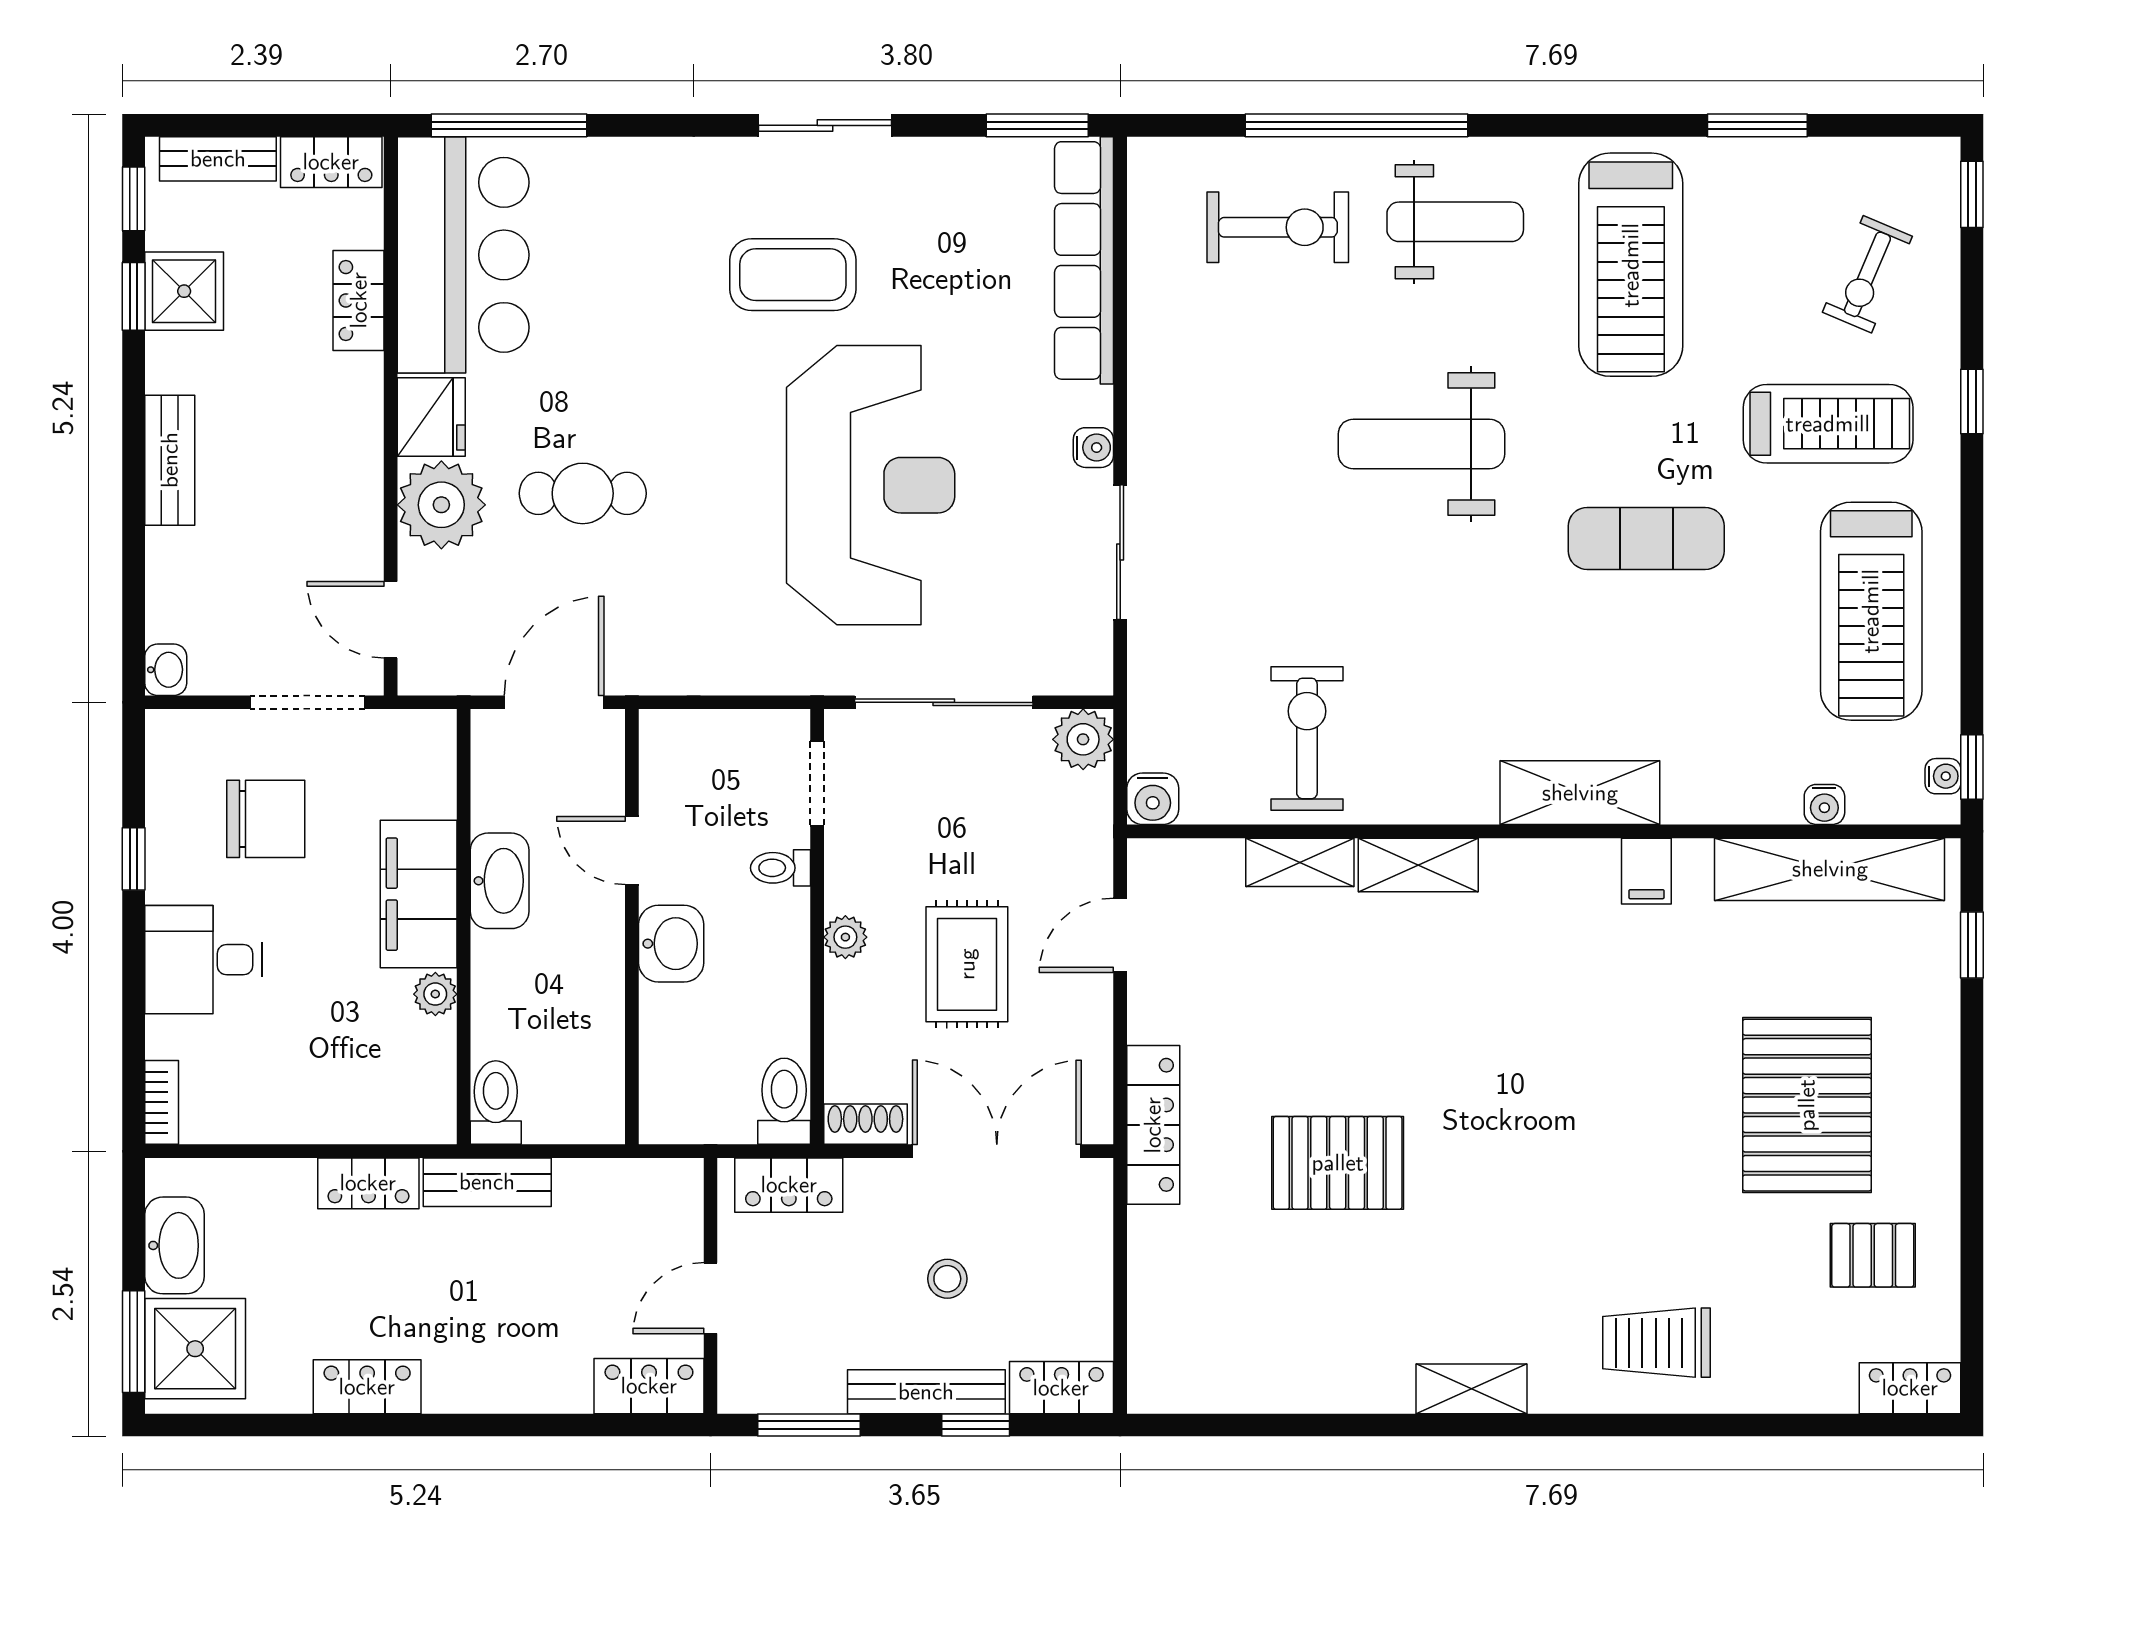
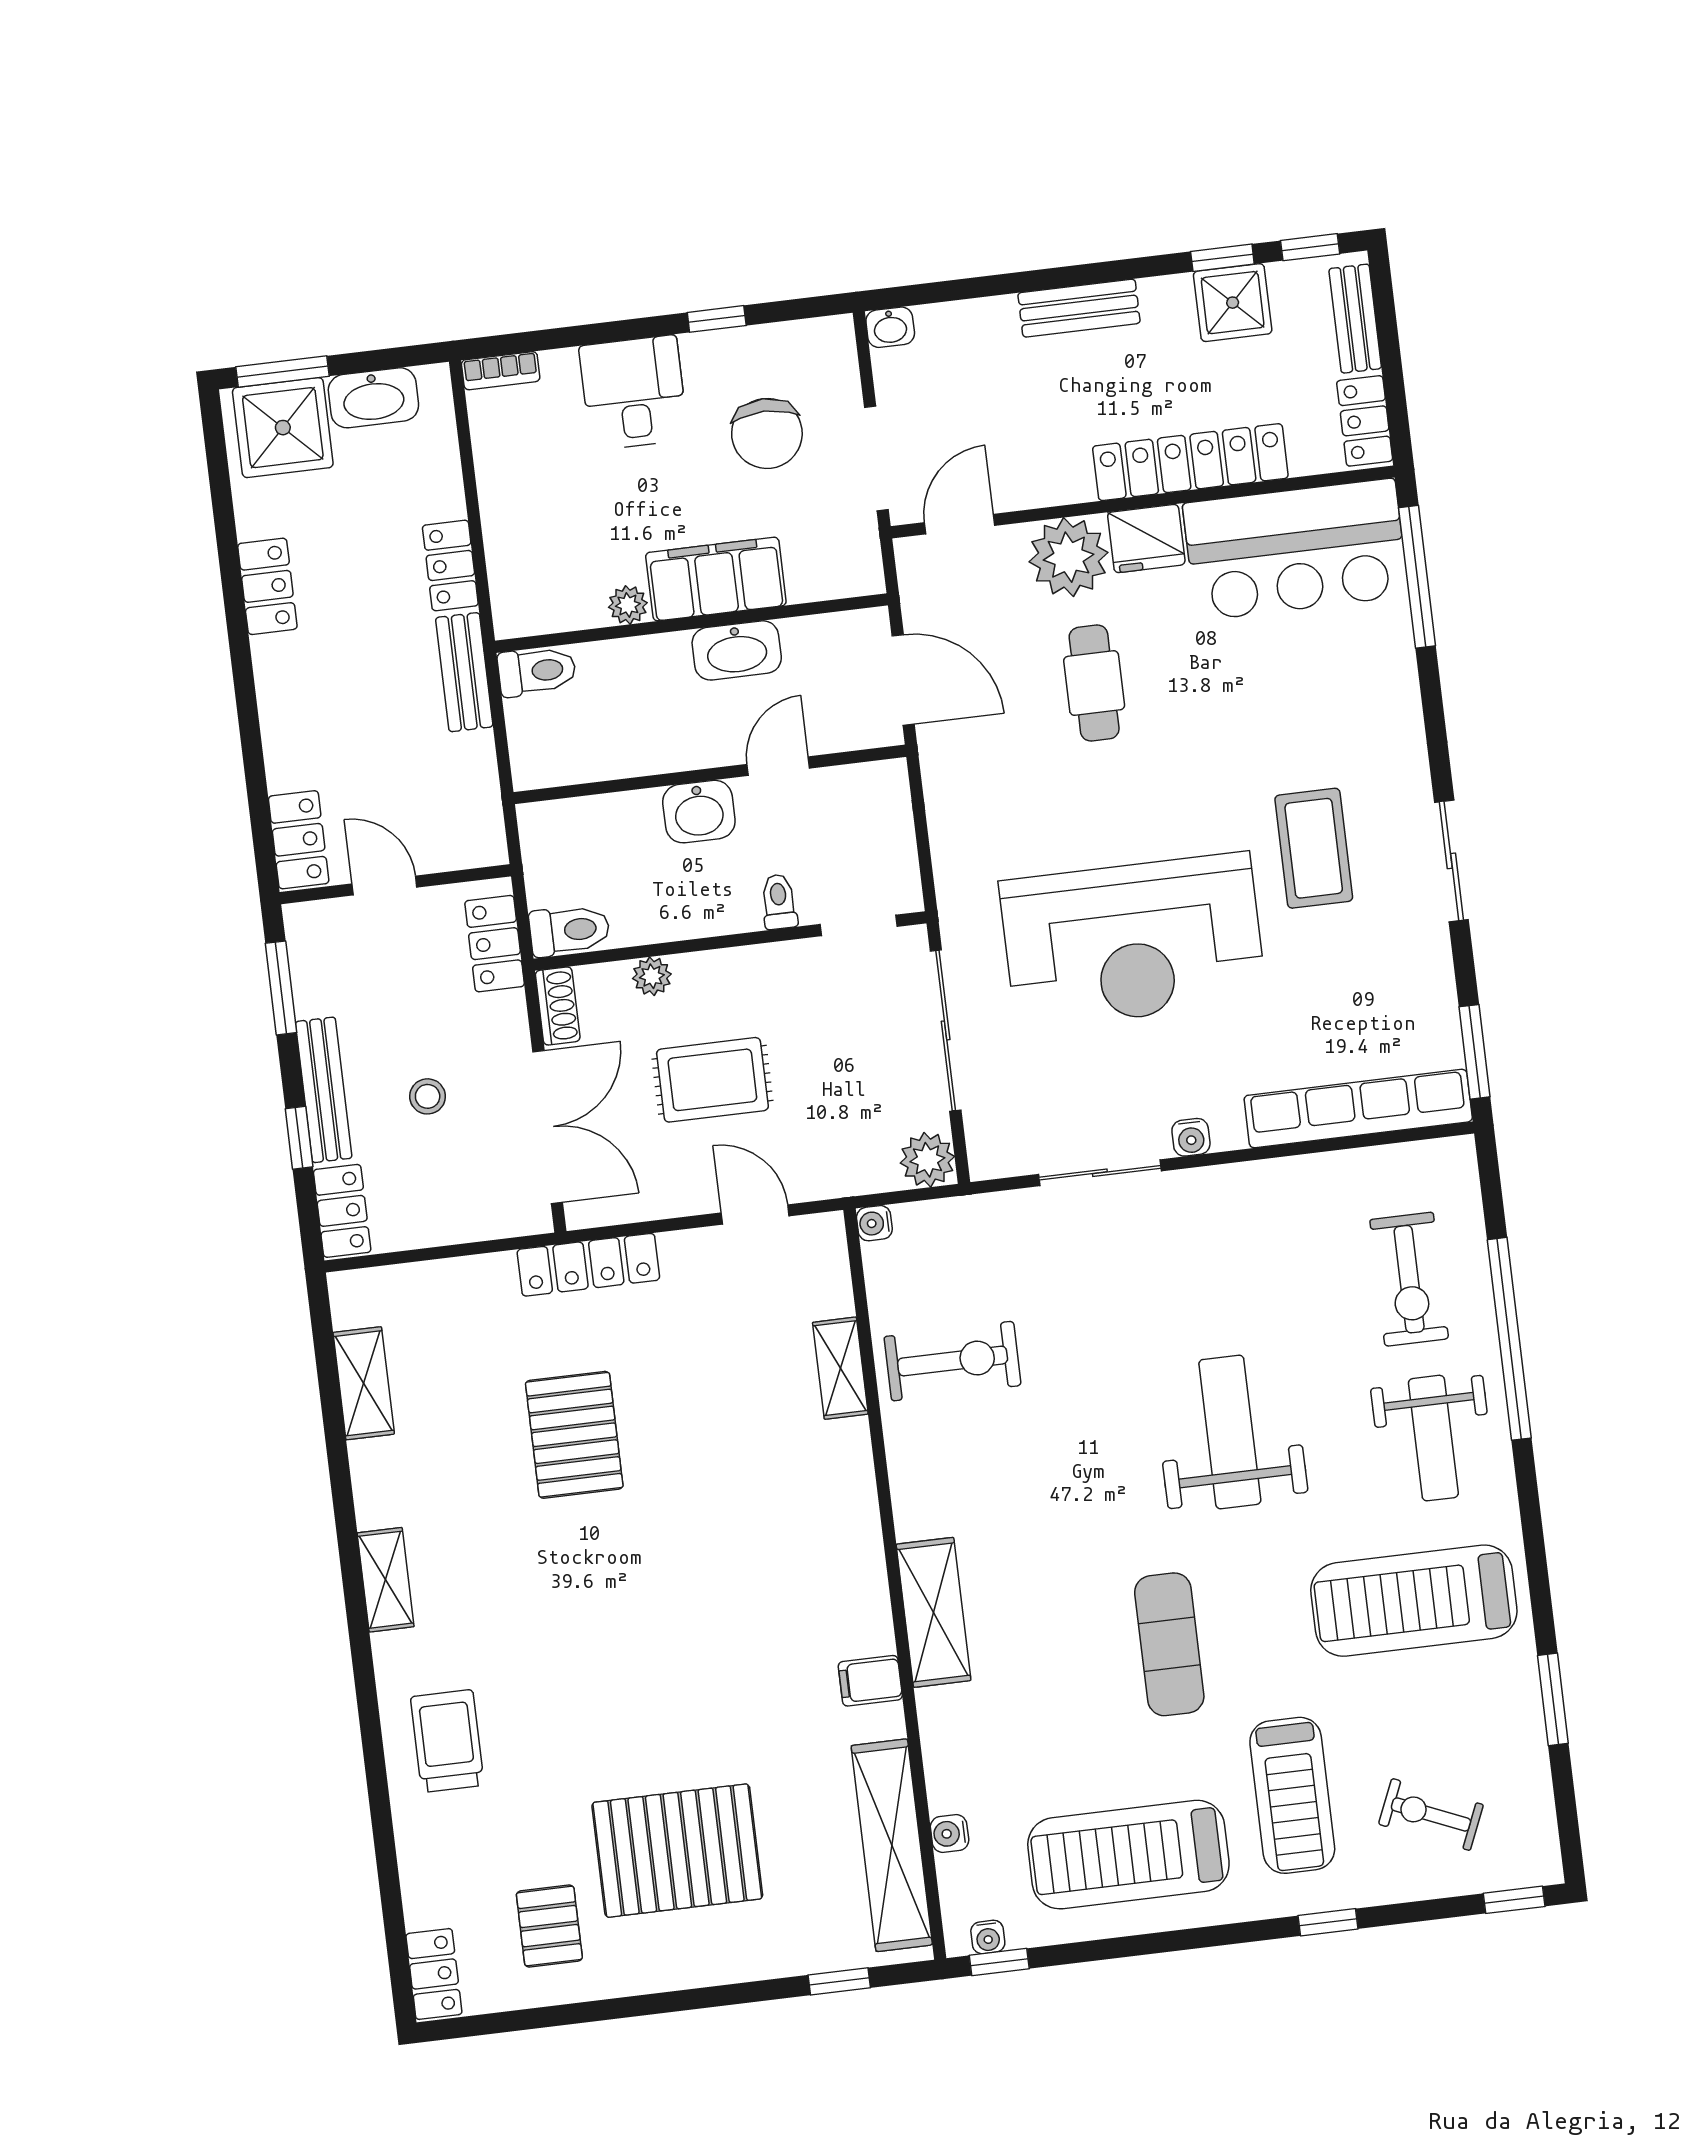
locker: (359, 300) -> (1190, 462), width x2.16, depth x1.21
water cooler: (1153, 799) -> (874, 1223), width x0.72, depth x0.72
shelving: (1418, 865) -> (364, 1383), moved
plant: (845, 937) -> (652, 976), moved

